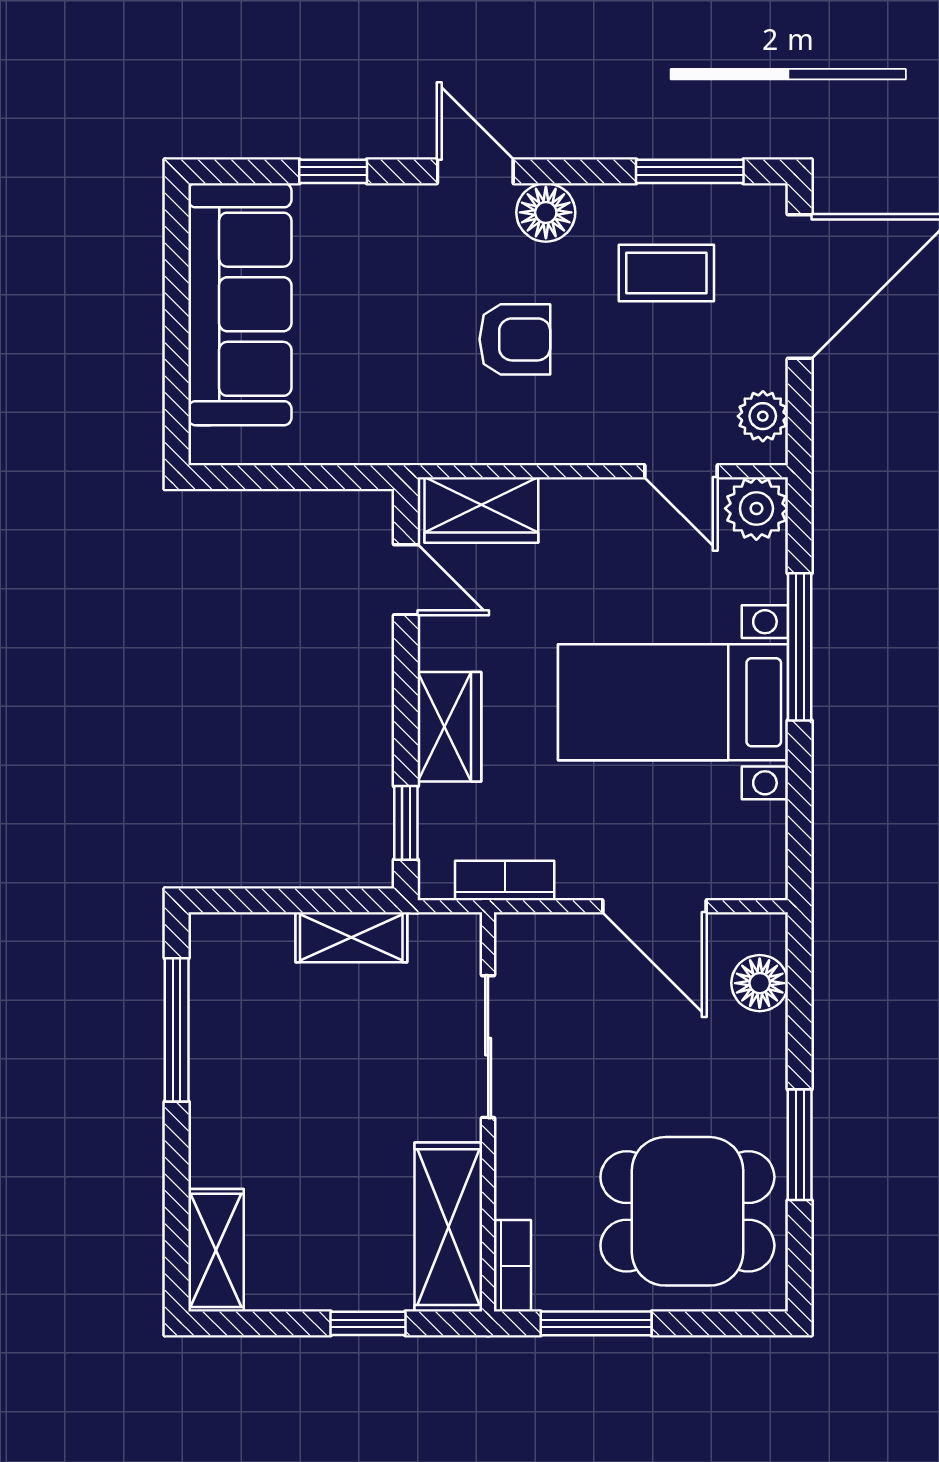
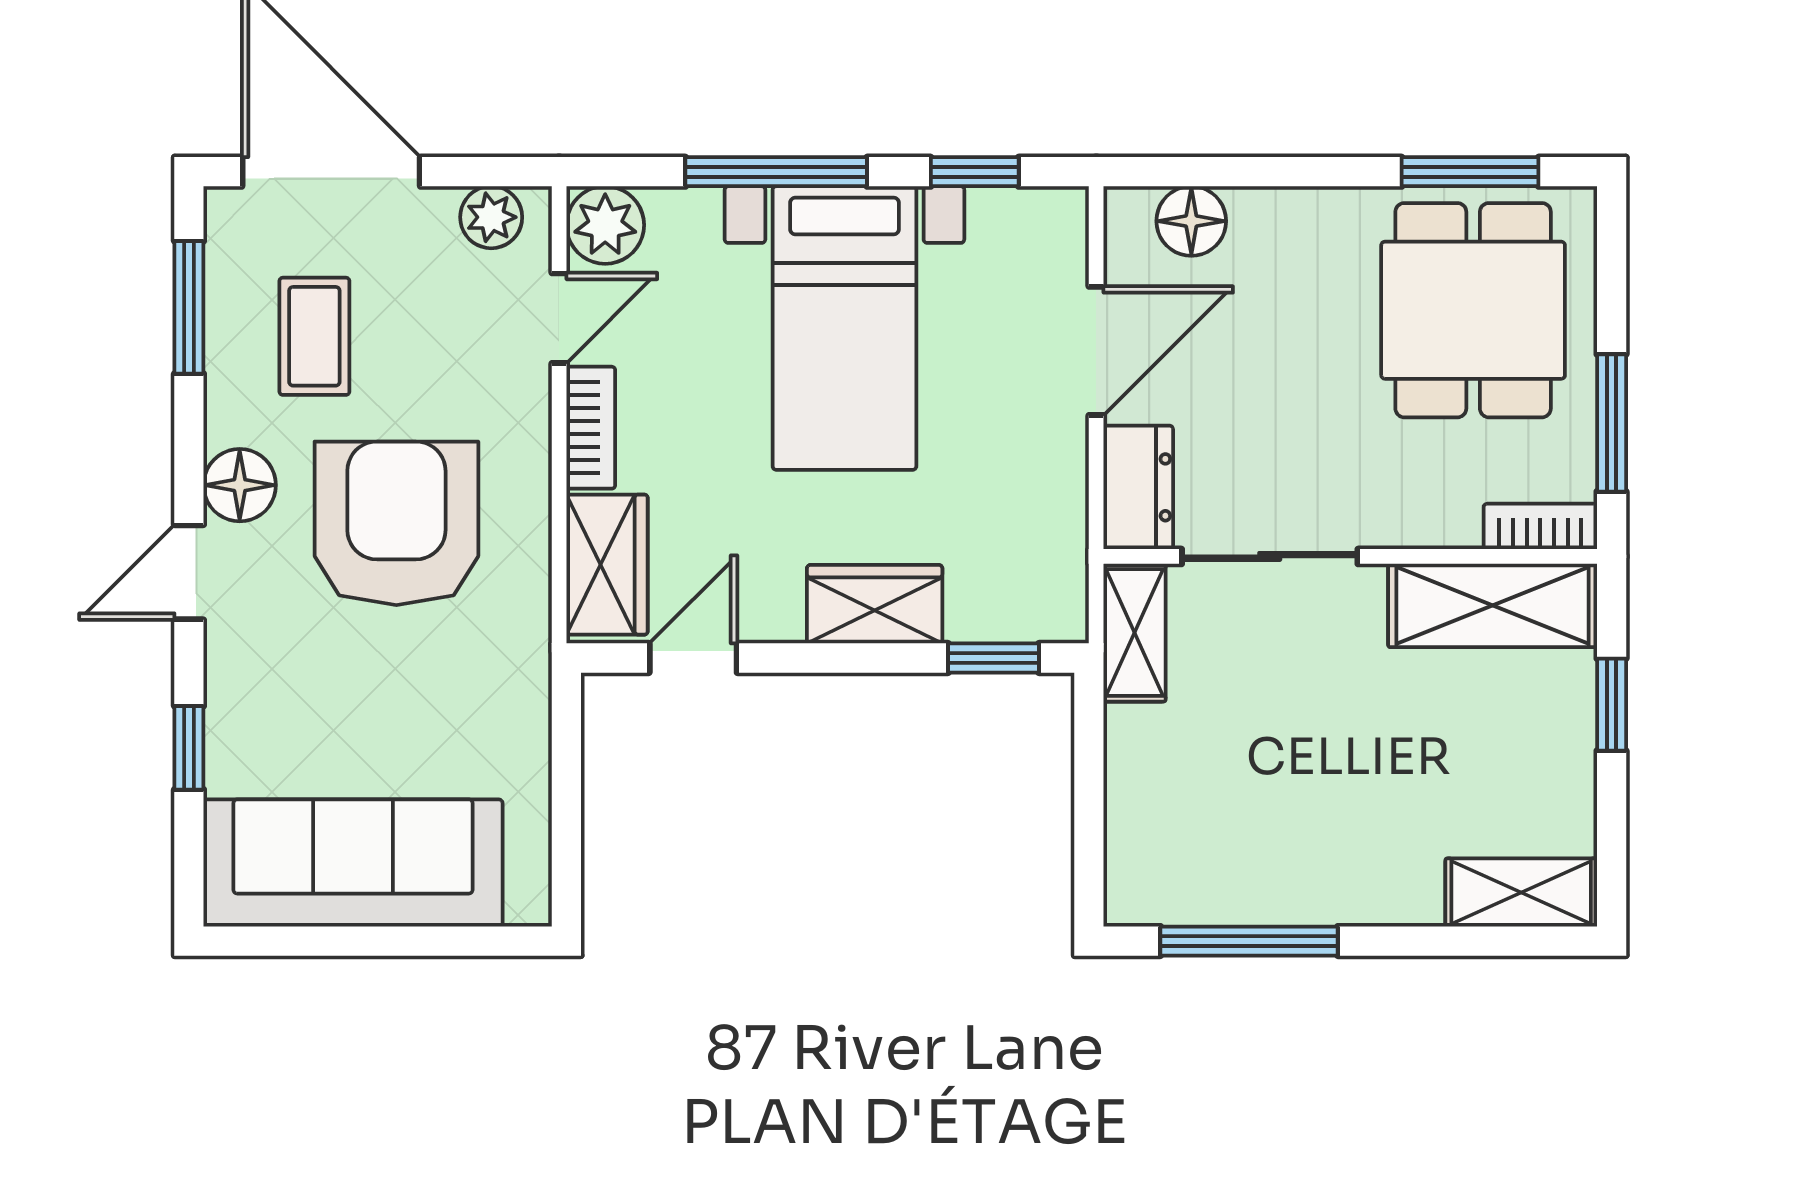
armchair: (515, 339) -> (396, 523), width x1.88, depth x1.88
window: (800, 808) -> (975, 172), added
bookcase: (505, 880) -> (591, 428), moved, turned 180
shelving: (351, 937) -> (1135, 633), moved
dresser: (544, 940) -> (1138, 487), added
window: (800, 1145) -> (1470, 172), moved

